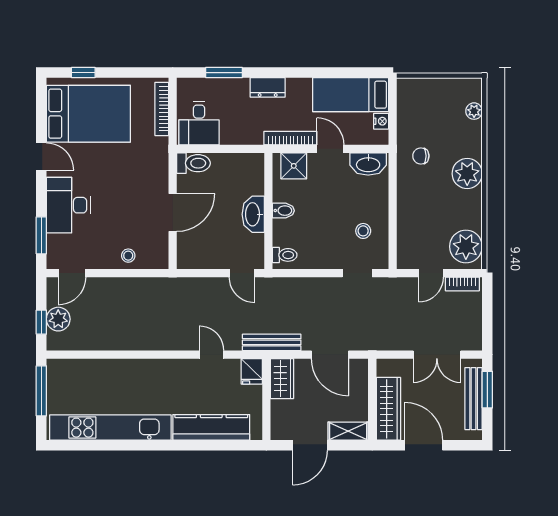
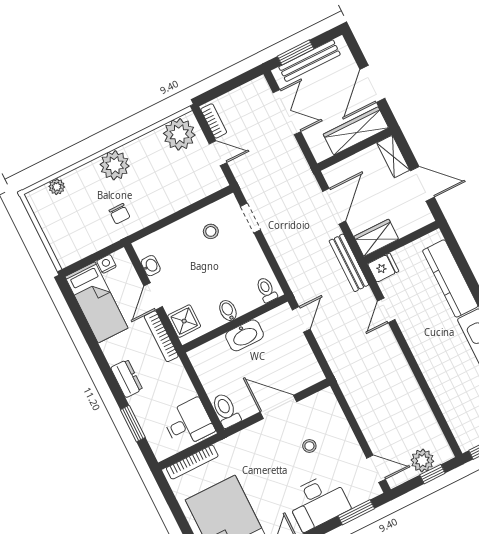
washbasin: (368, 164) -> (151, 266), width x0.52, depth x0.69
stool: (128, 256) -> (309, 446), moved

